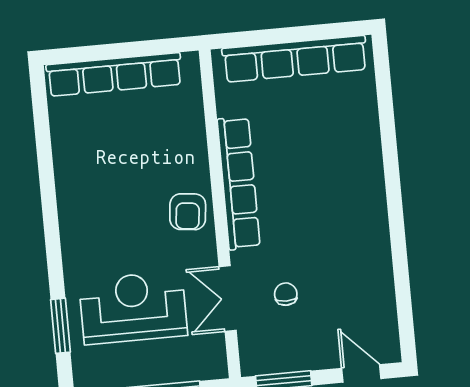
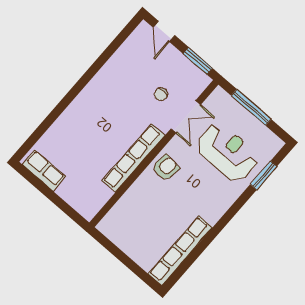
row of seats: (295, 59) -> (44, 170), width x0.50
row of seats: (114, 74) -> (180, 251), moved, turned -90
reception desk: (133, 308) -> (227, 152), turned 180

